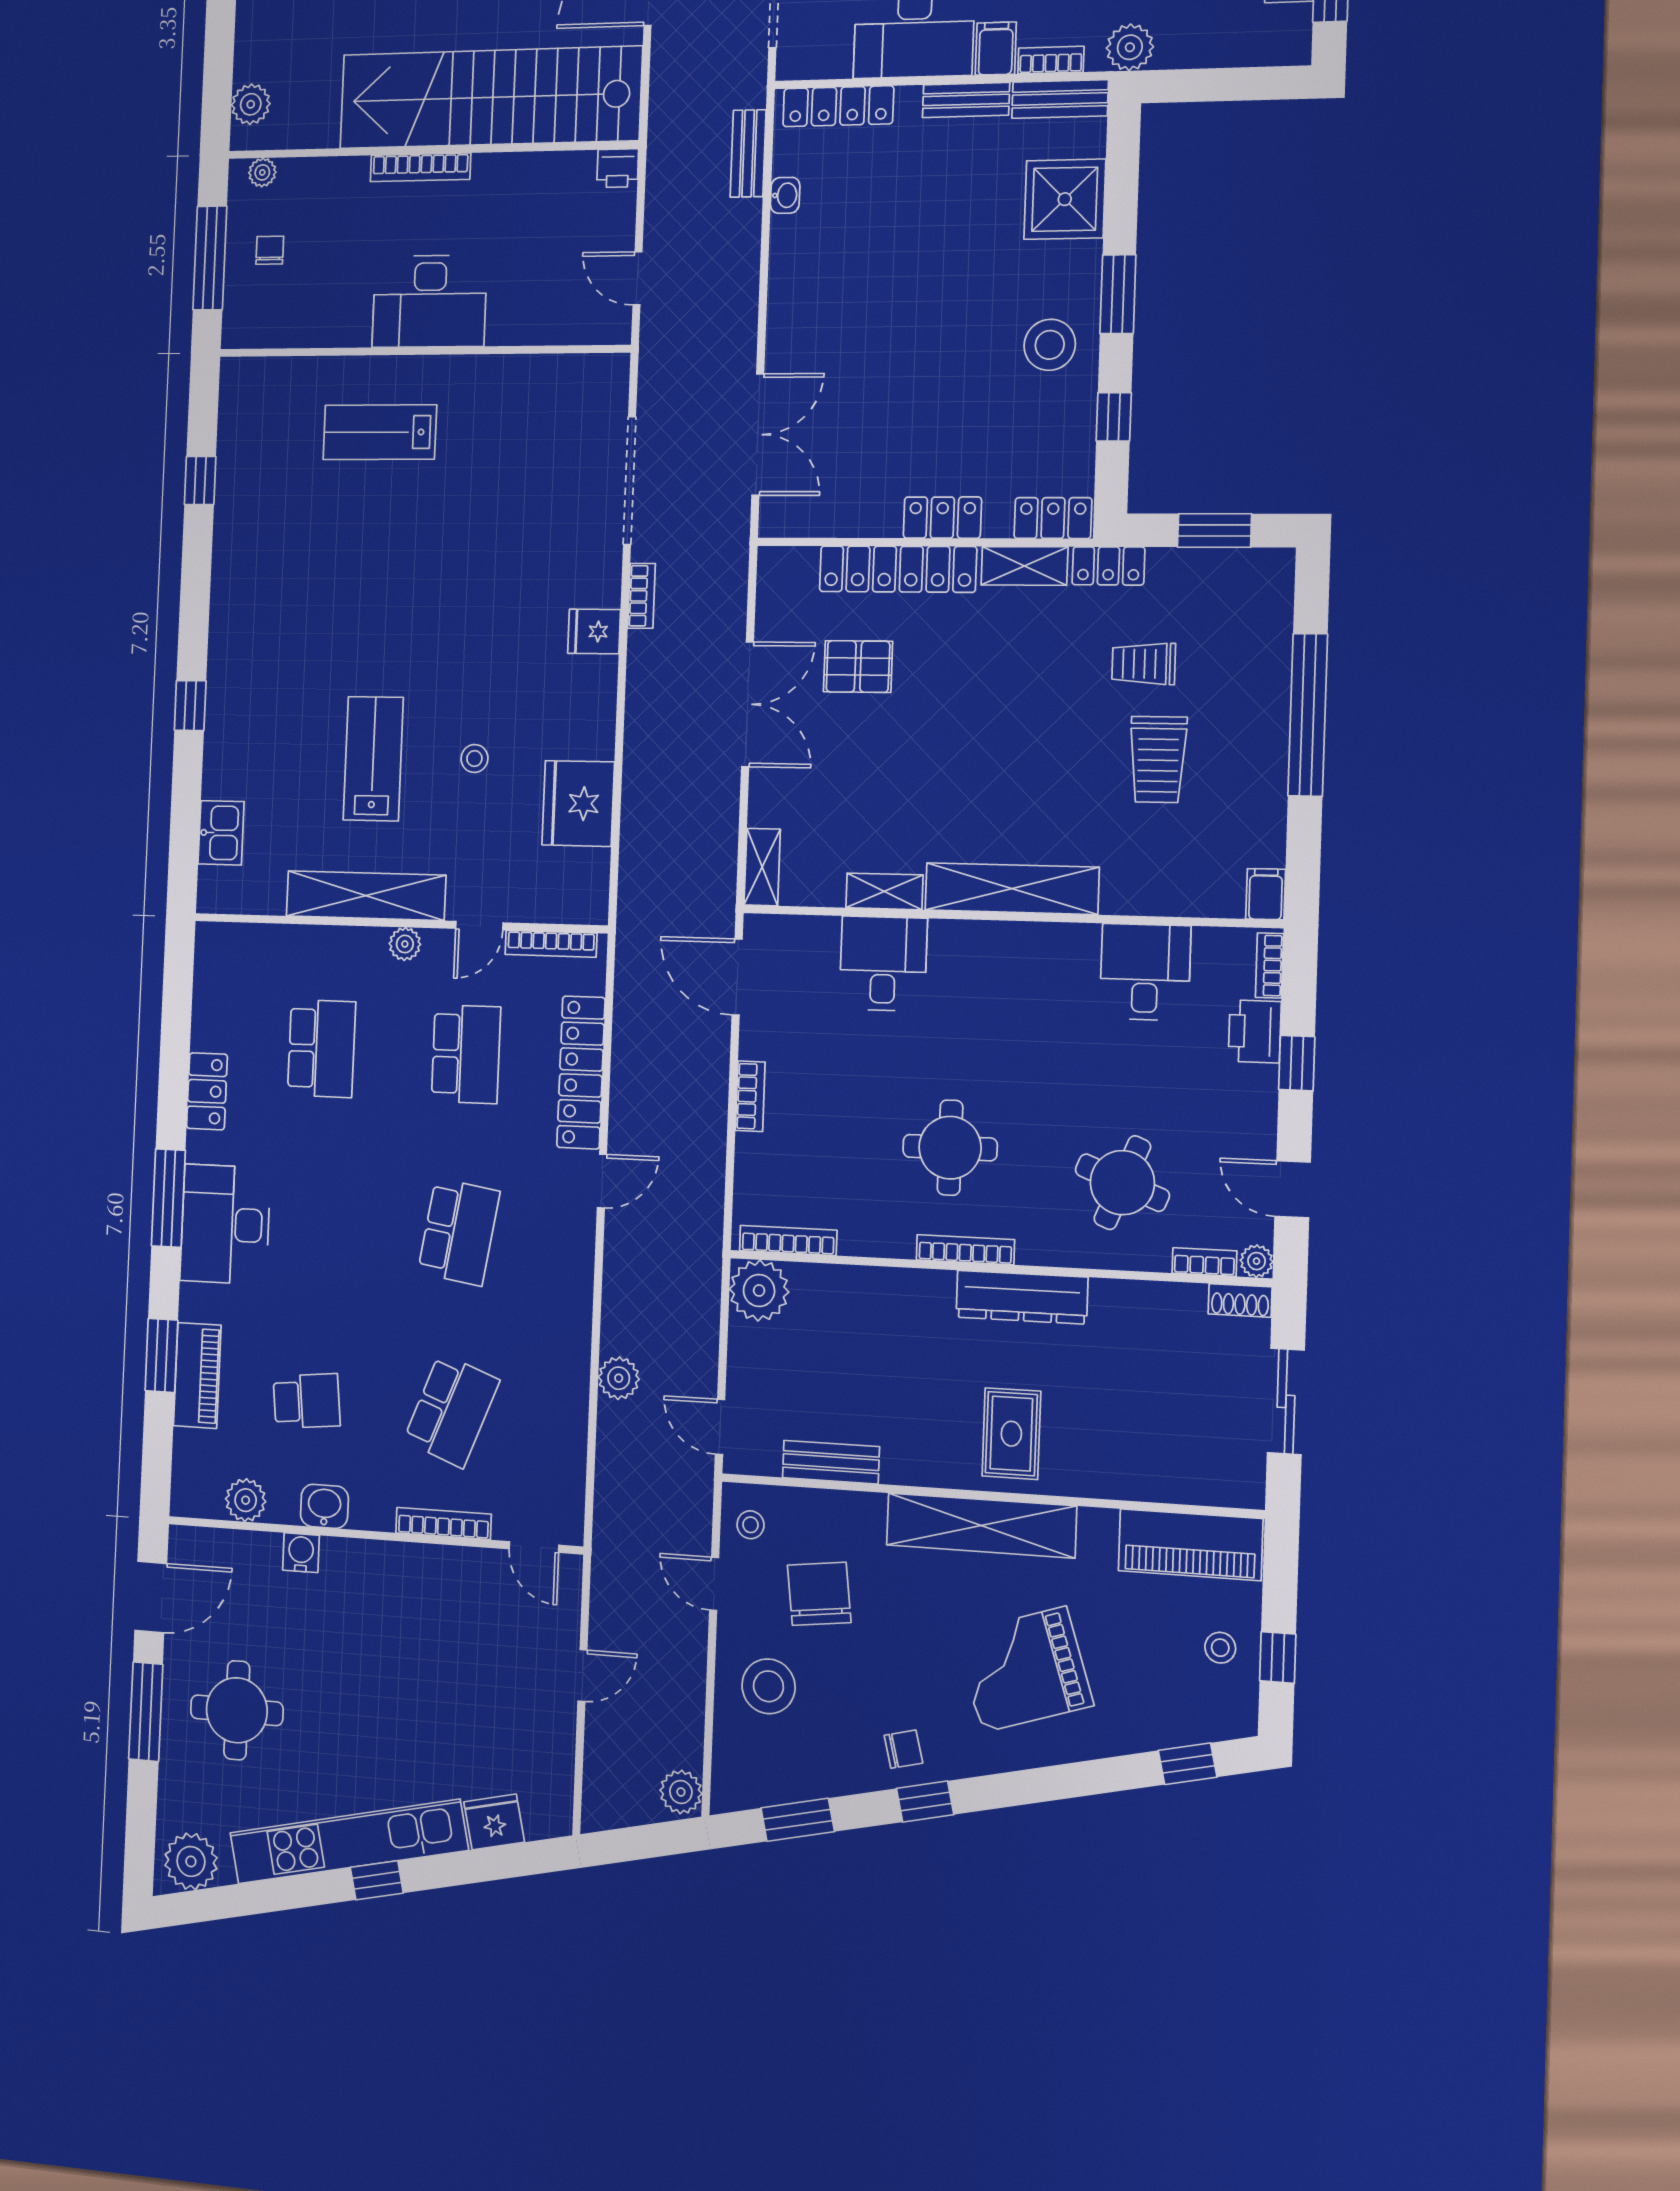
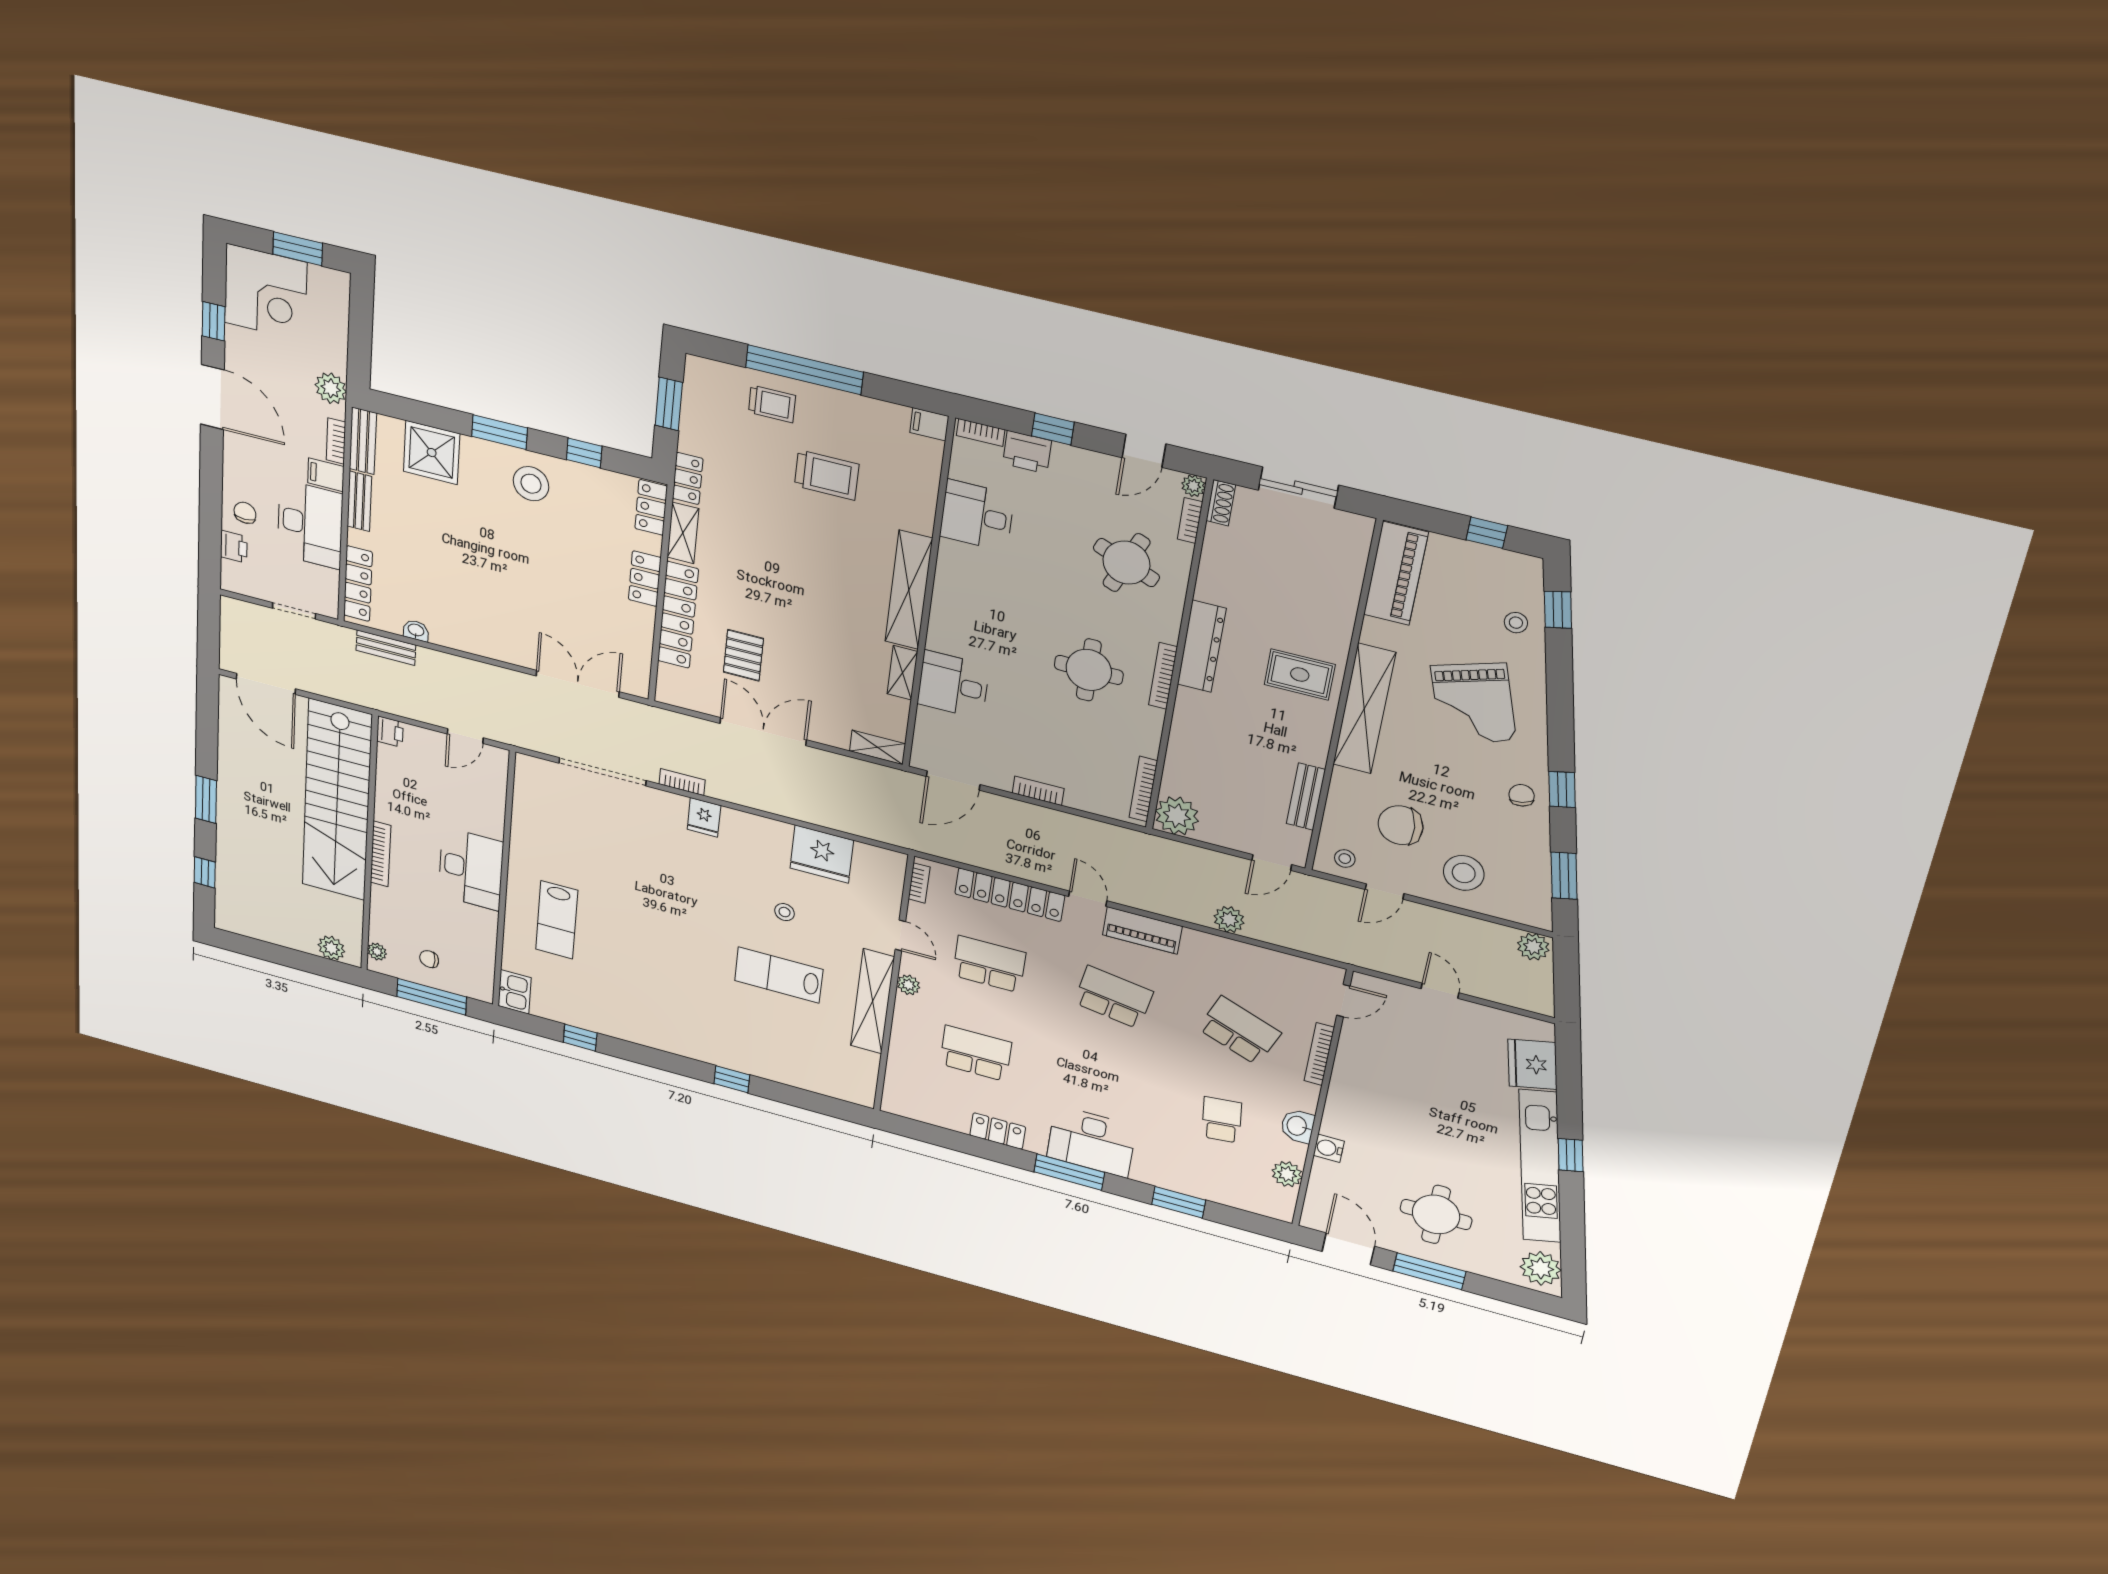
trolley: (1144, 664) -> (772, 404), moved, turned -90
kitchen sink: (221, 833) -> (515, 992), moved, turned 90
bookcase: (551, 944) -> (919, 883), width x0.64
piano: (197, 1375) -> (1142, 930), moved, turned 180
stool: (1220, 1648) -> (1516, 623), moved
fridge: (494, 1822) -> (1532, 1064), width x1.36, depth x1.34

